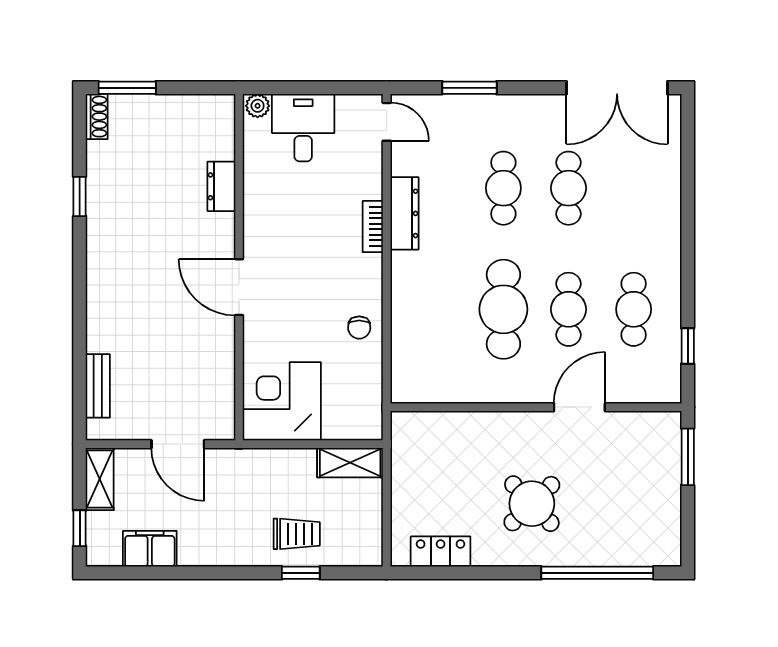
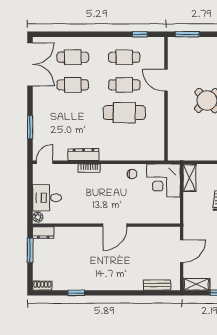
window: (127, 88) -> (30, 250), moved
dresser: (221, 186) -> (43, 233), moved
cafe table: (503, 188) -> (73, 57), moved
corner desk: (282, 401) -> (163, 180), moved

